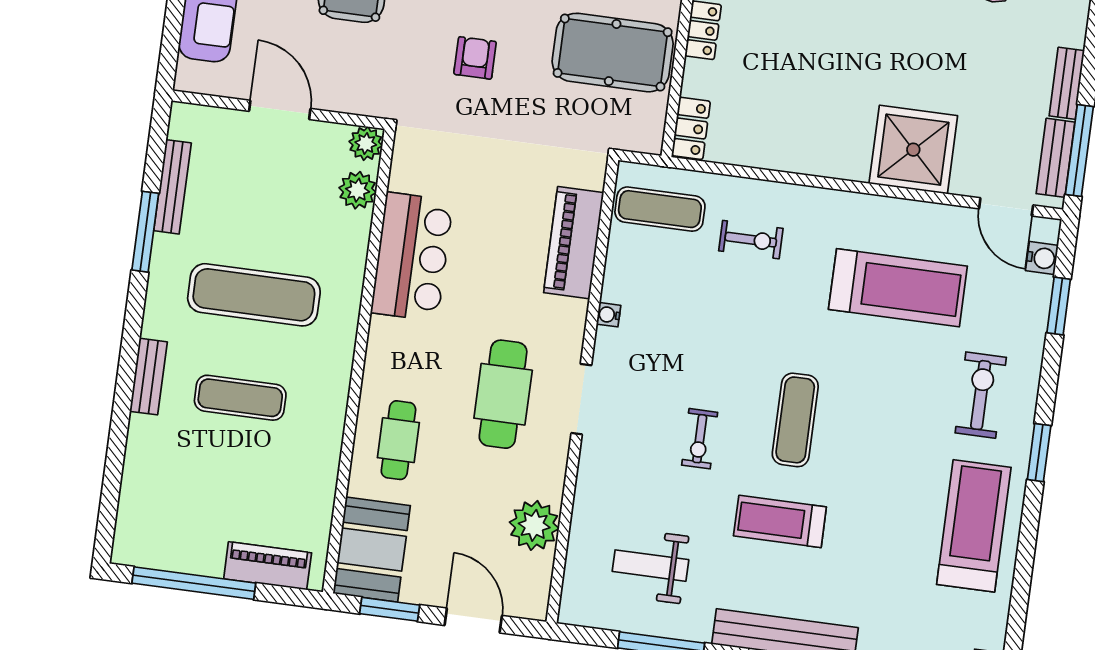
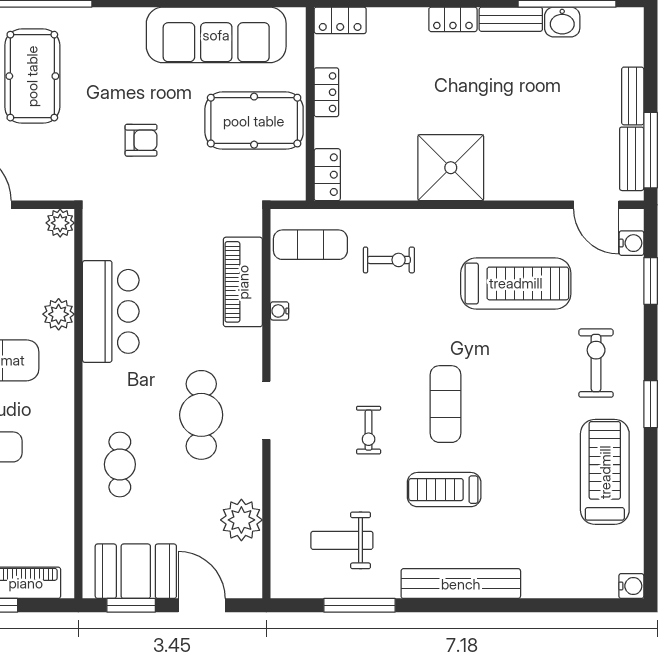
armchair: (475, 58) -> (141, 140), turned 90
shower: (913, 150) -> (451, 168), moved
plant: (358, 190) -> (59, 314), moved
water cooler: (609, 315) -> (280, 311), moved
booth: (372, 550) -> (136, 571), moved, turned 90

